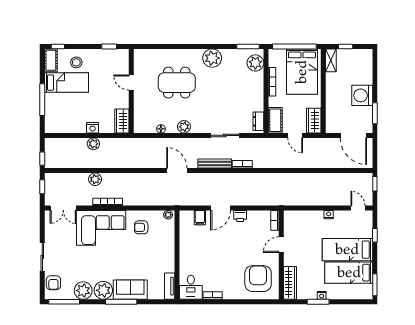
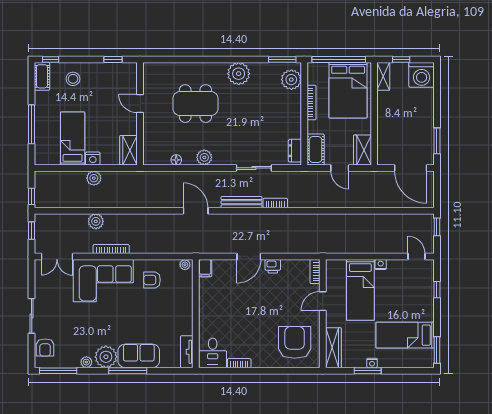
bed: (66, 83) -> (73, 139), moved, turned -90
washing machine: (362, 95) -> (422, 75), moved, turned -90
filing cabinet: (200, 218) -> (205, 268), moved
bed: (347, 250) -> (360, 290), moved, turned -90
plant: (83, 291) -> (86, 362), width x0.53, depth x0.53

